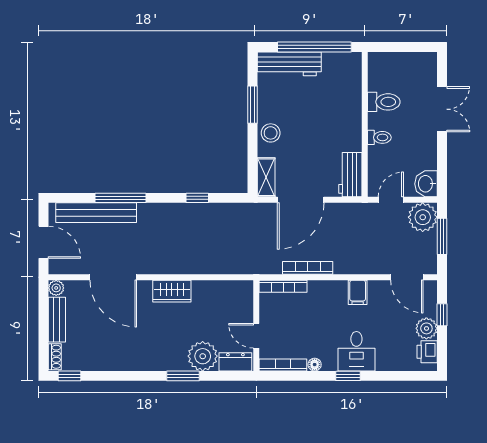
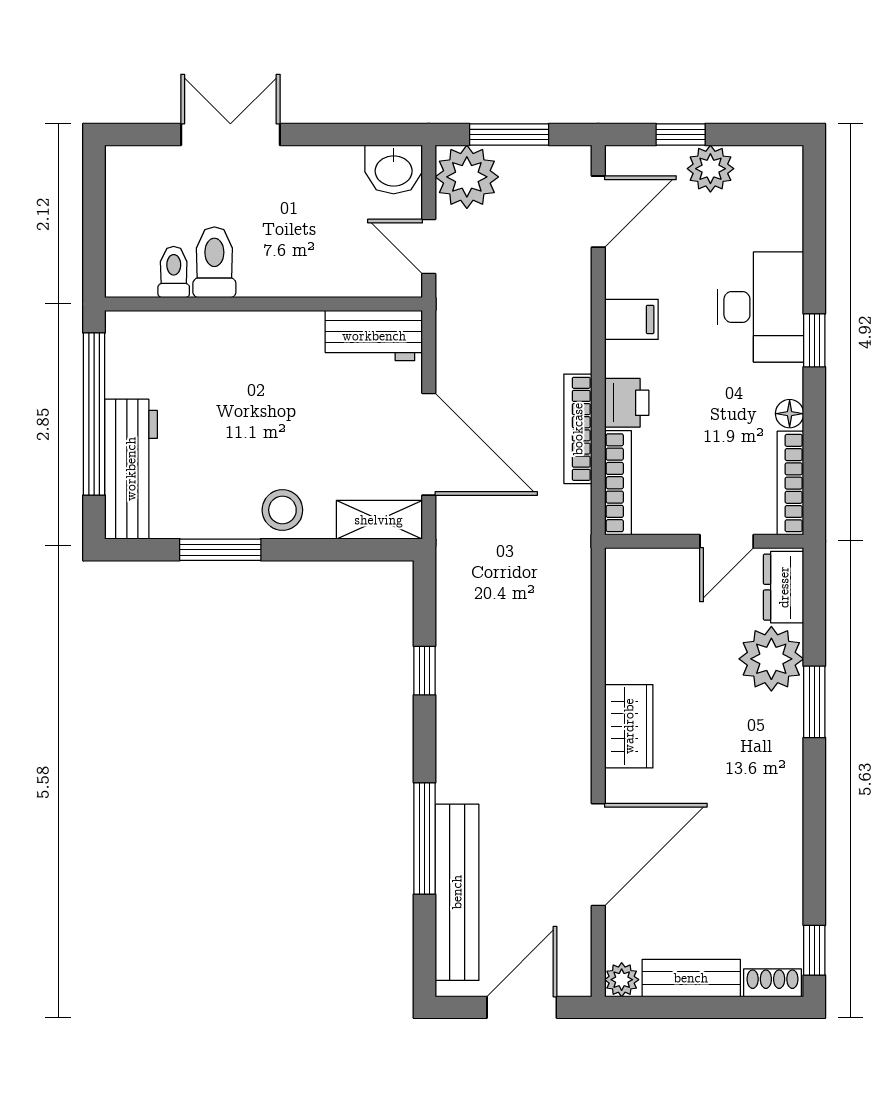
toilet: (379, 137) -> (174, 272), moved
desk: (356, 351) -> (760, 307), width x1.37
printer: (427, 352) -> (627, 403), moved, turned -90

